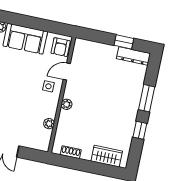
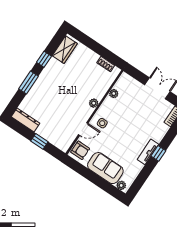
window: (124, 42) -> (39, 141), moved
armchair: (61, 47) -> (80, 150), turned 90
wardrobe: (107, 156) -> (65, 50), moved, turned -90

